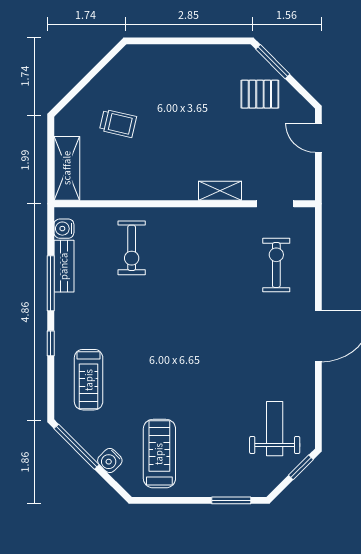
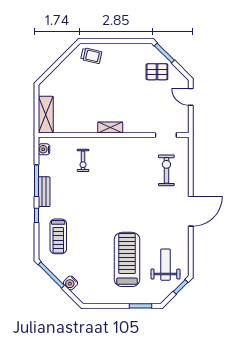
trolley: (118, 123) -> (91, 56), moved
shelving: (220, 191) -> (110, 127), moved
exercise bike: (132, 248) -> (83, 160), width x0.73, depth x0.72
bench: (64, 266) -> (44, 192), moved
treadmill: (159, 454) -> (127, 259), moved, width x1.37, depth x1.38

